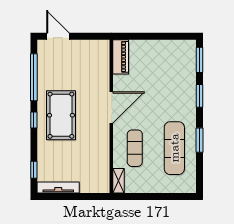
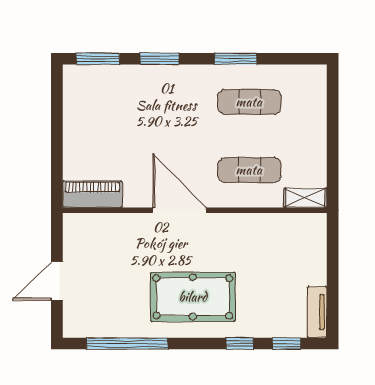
door: (58, 36) -> (57, 281), moved
window: (34, 120) -> (240, 343), moved
exercise mat: (174, 148) -> (249, 102), width x0.73, depth x0.69
tv unit: (58, 188) -> (317, 312), width x0.71

